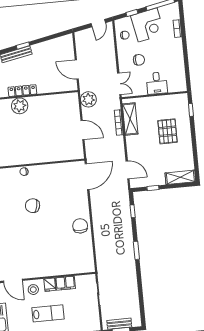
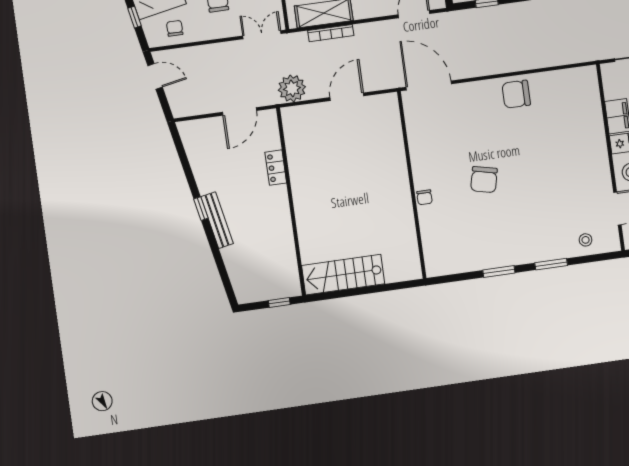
locker: (22, 91) -> (276, 168), moved, width x0.66
plant: (20, 106) -> (308, 210), removed

